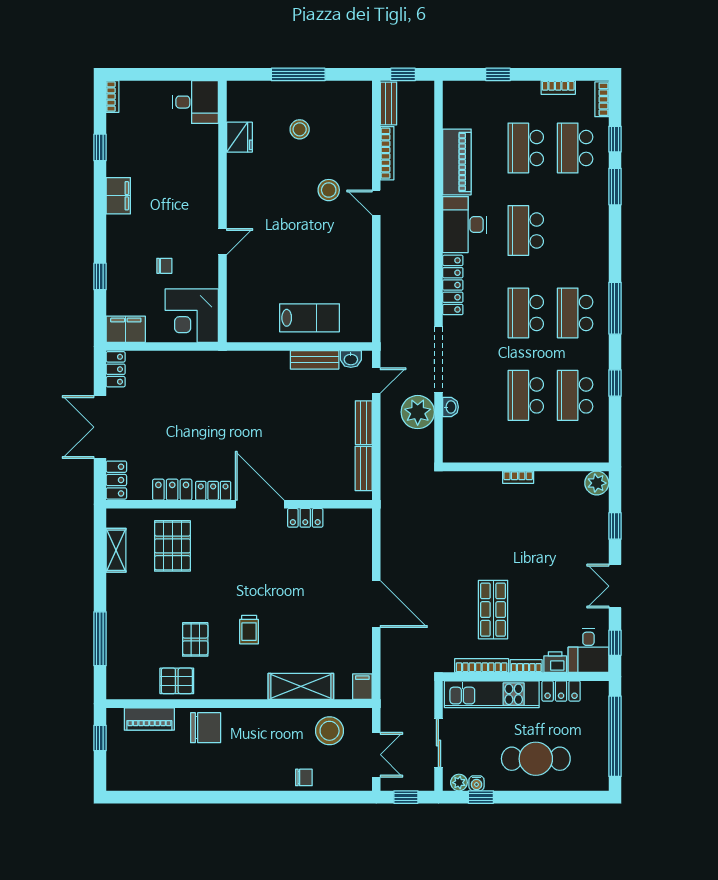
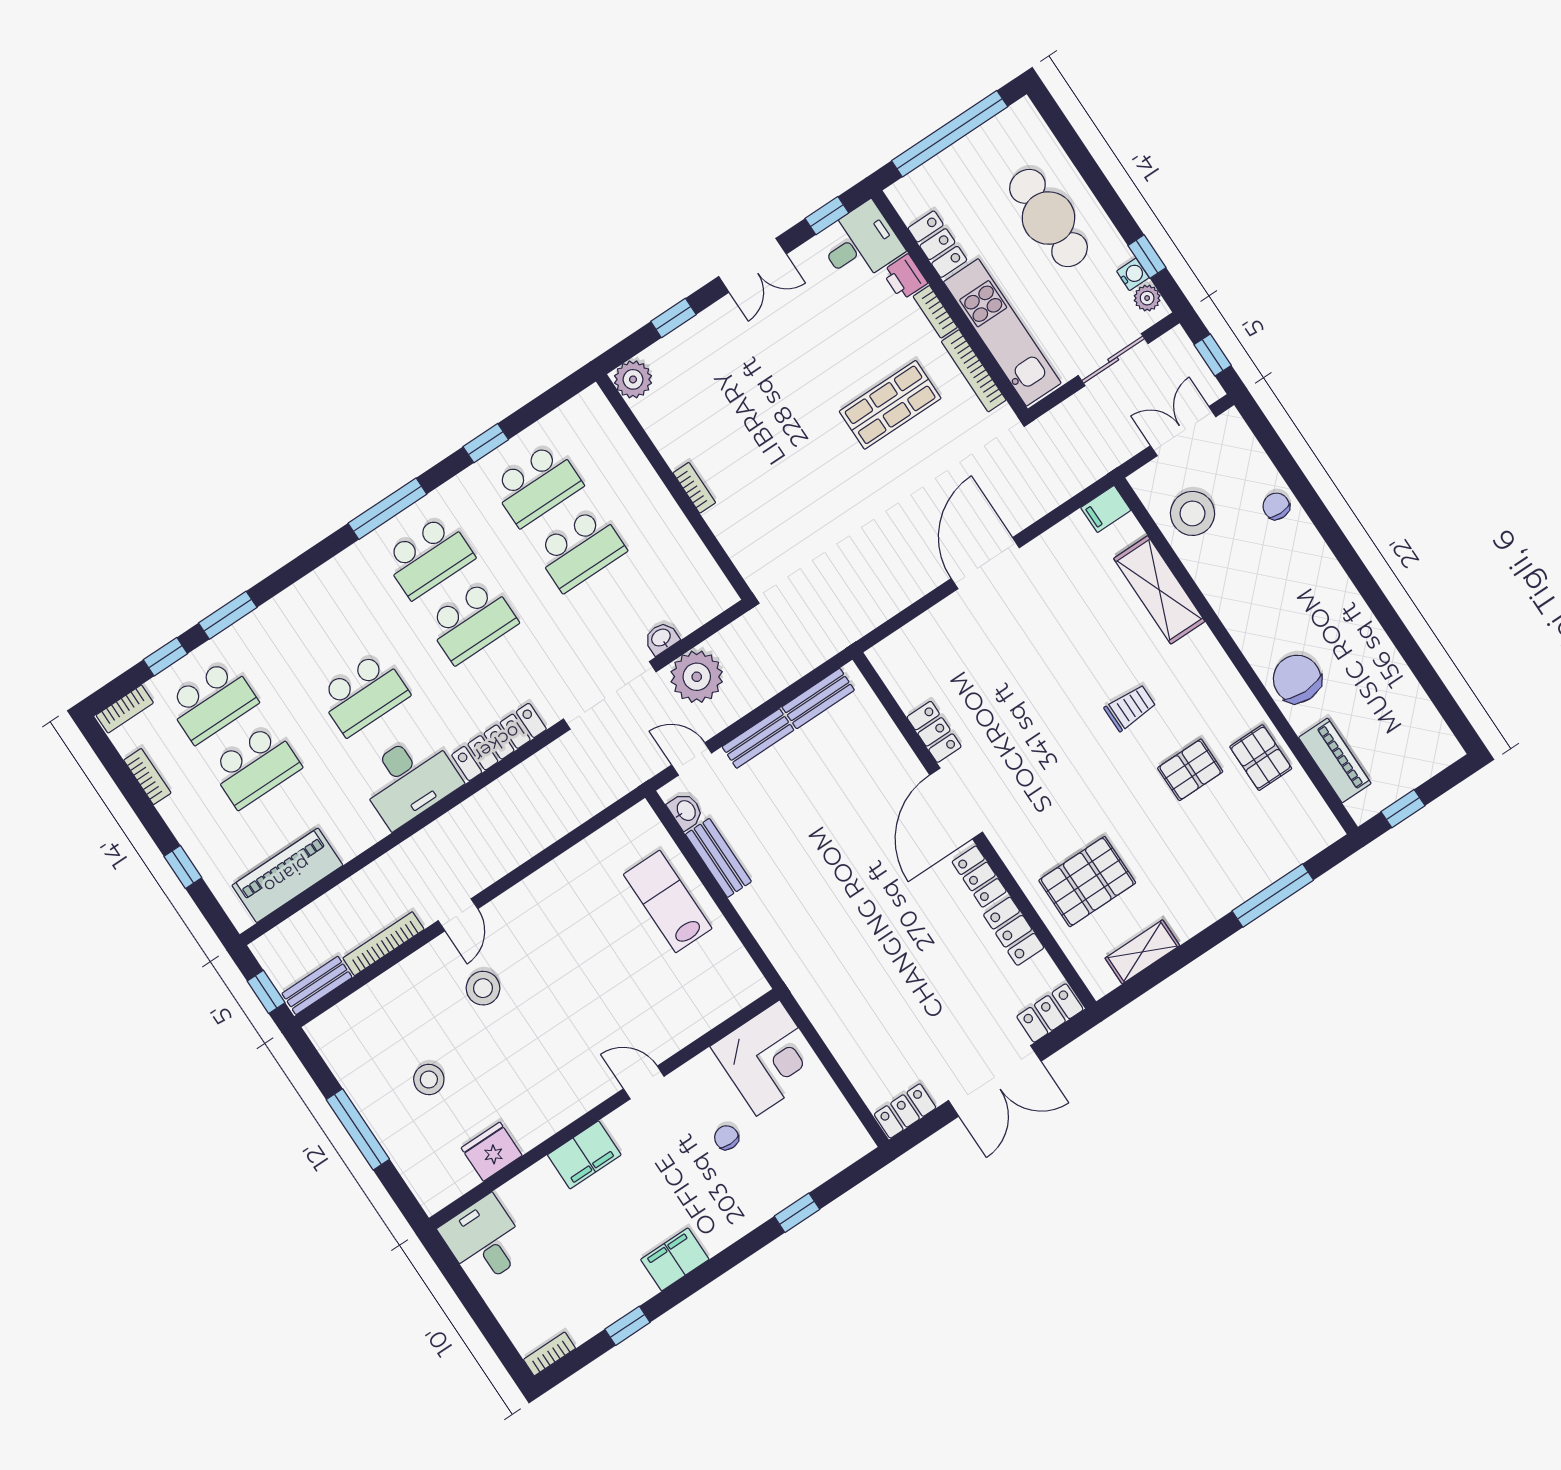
piano: (457, 162) -> (287, 875), moved
filing cabinet: (126, 329) -> (584, 1155), moved, turned -90

